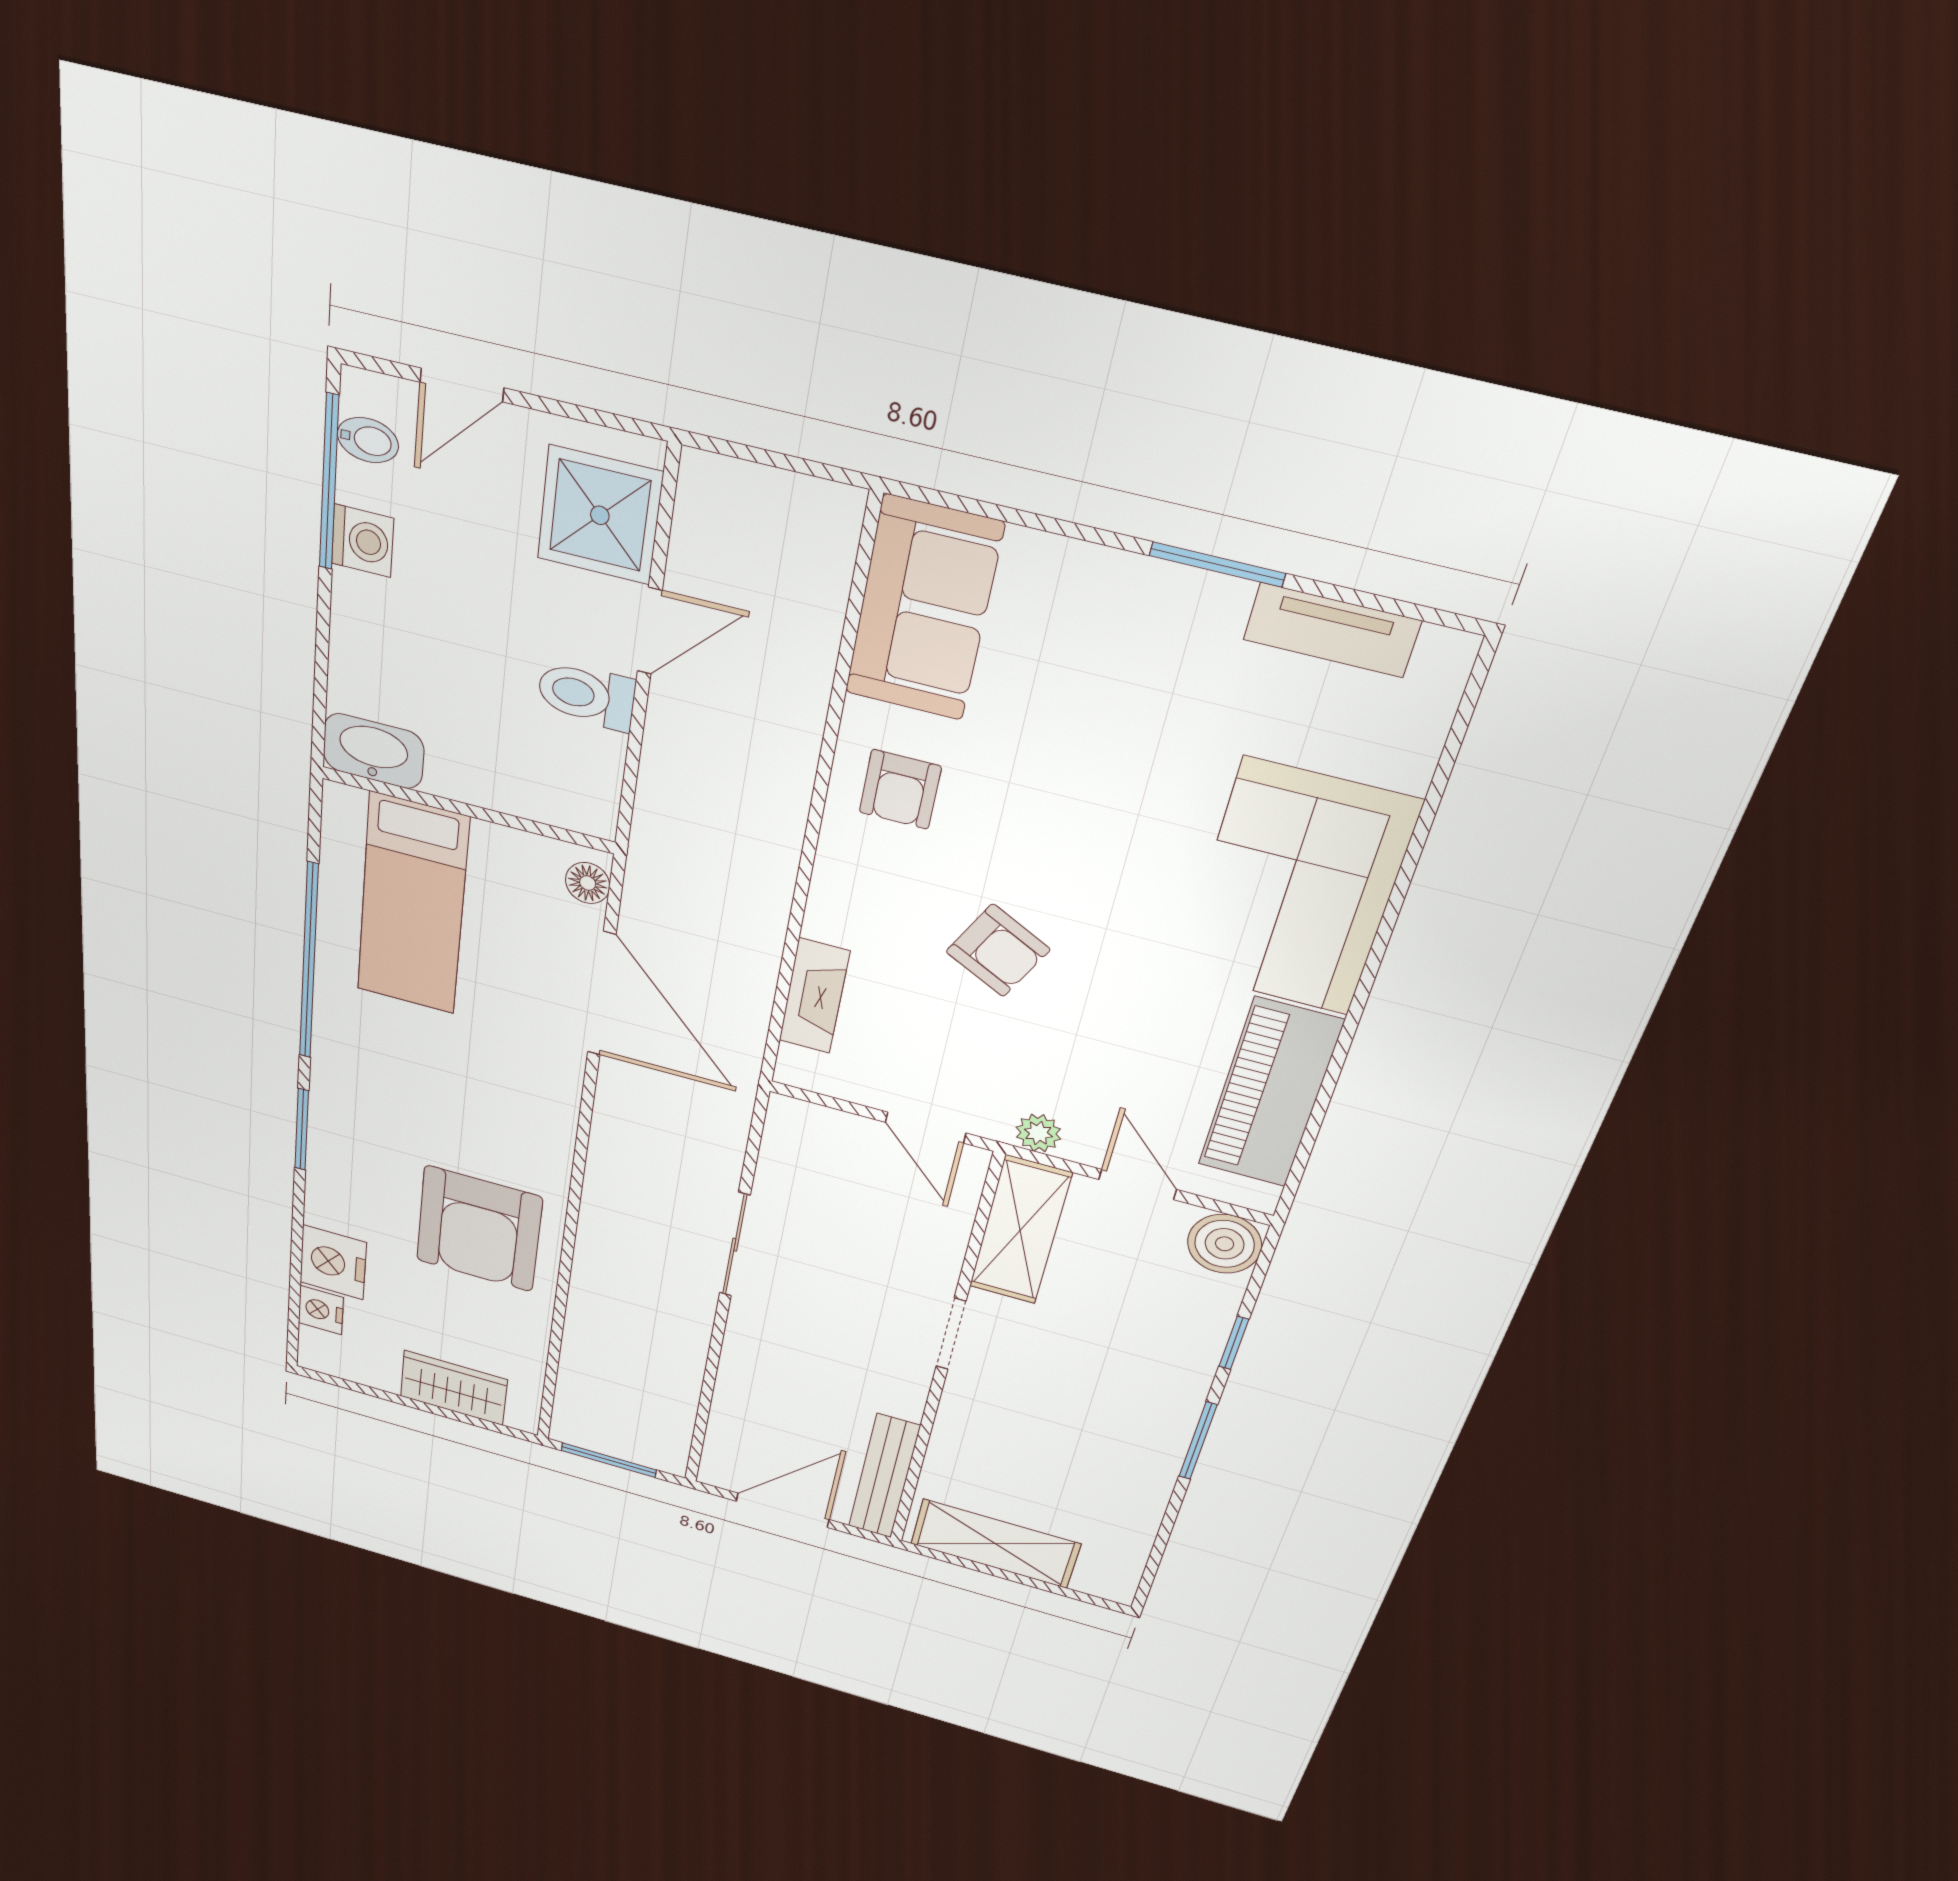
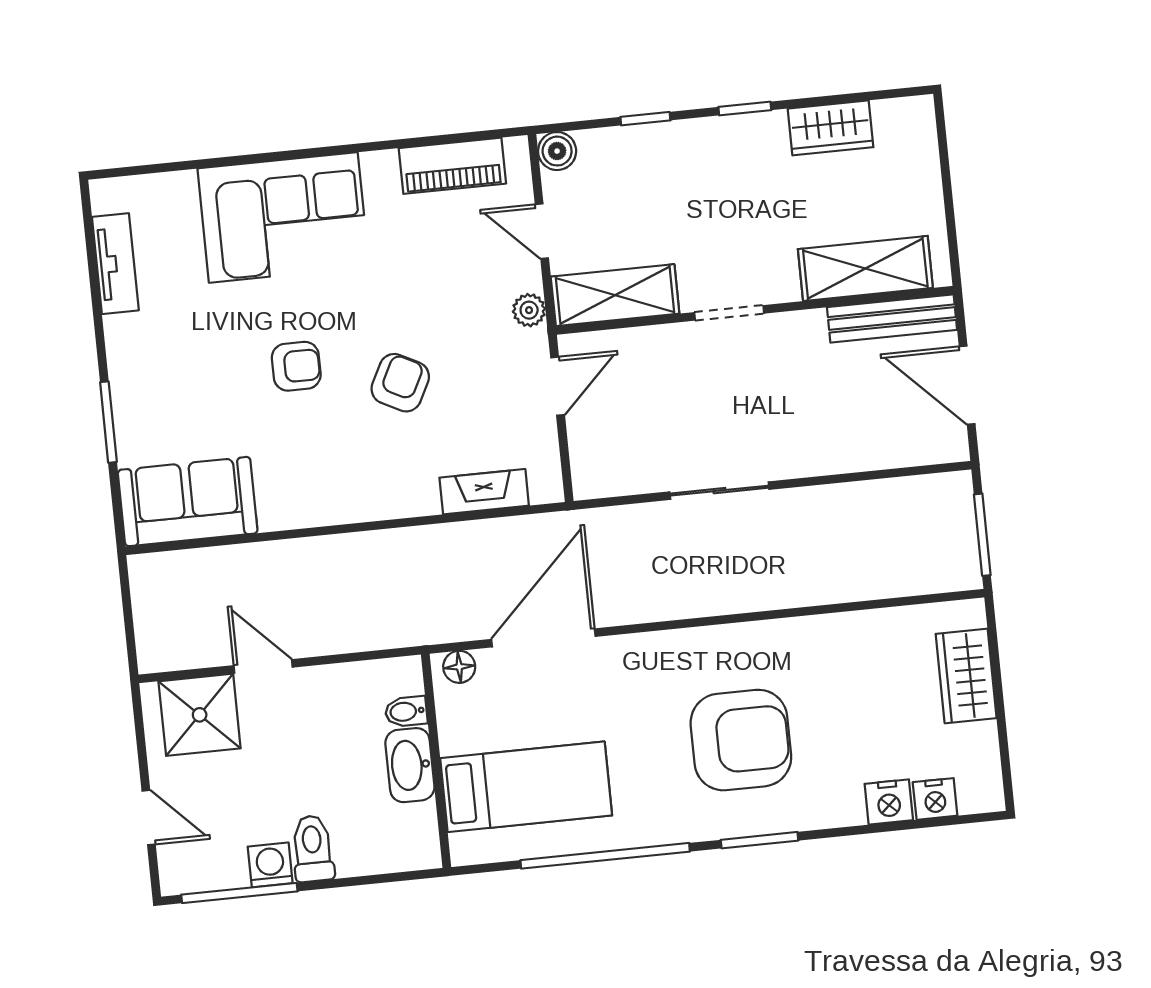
bidet: (368, 440) -> (406, 711), moved, turned -90
window: (1217, 564) -> (108, 422), moved
toilet: (586, 695) -> (313, 848), moved, turned 180
washbasin: (373, 751) -> (410, 765), moved
armchair: (900, 789) -> (296, 366), moved
piano: (1270, 1093) -> (452, 166), width x0.73, depth x0.75
door: (1138, 1185) -> (542, 231), hinge flipped
armchair: (479, 1229) -> (741, 740), moved
boiler: (1225, 1244) -> (557, 151), width x0.73, depth x0.73
nightstand: (333, 1262) -> (889, 802), width x0.74, depth x0.75
window: (1198, 1441) -> (745, 109), width x0.67
wardrobe: (1135, 1507) -> (831, 128), added
shelving: (995, 1544) -> (865, 268), moved, turned 90

